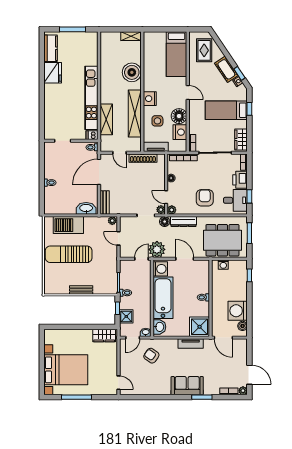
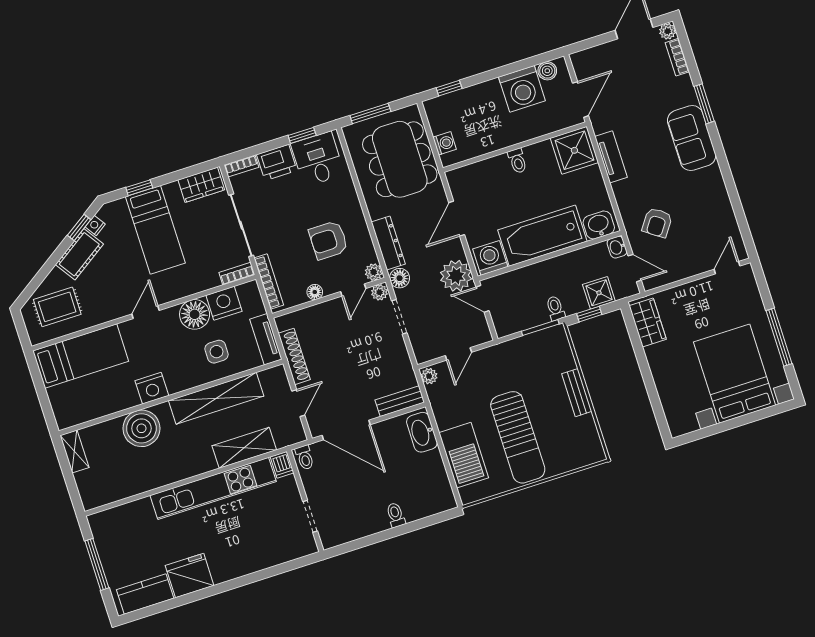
nightstand: (150, 99) -> (152, 388), moved
armchair: (205, 198) -> (328, 240), moved

